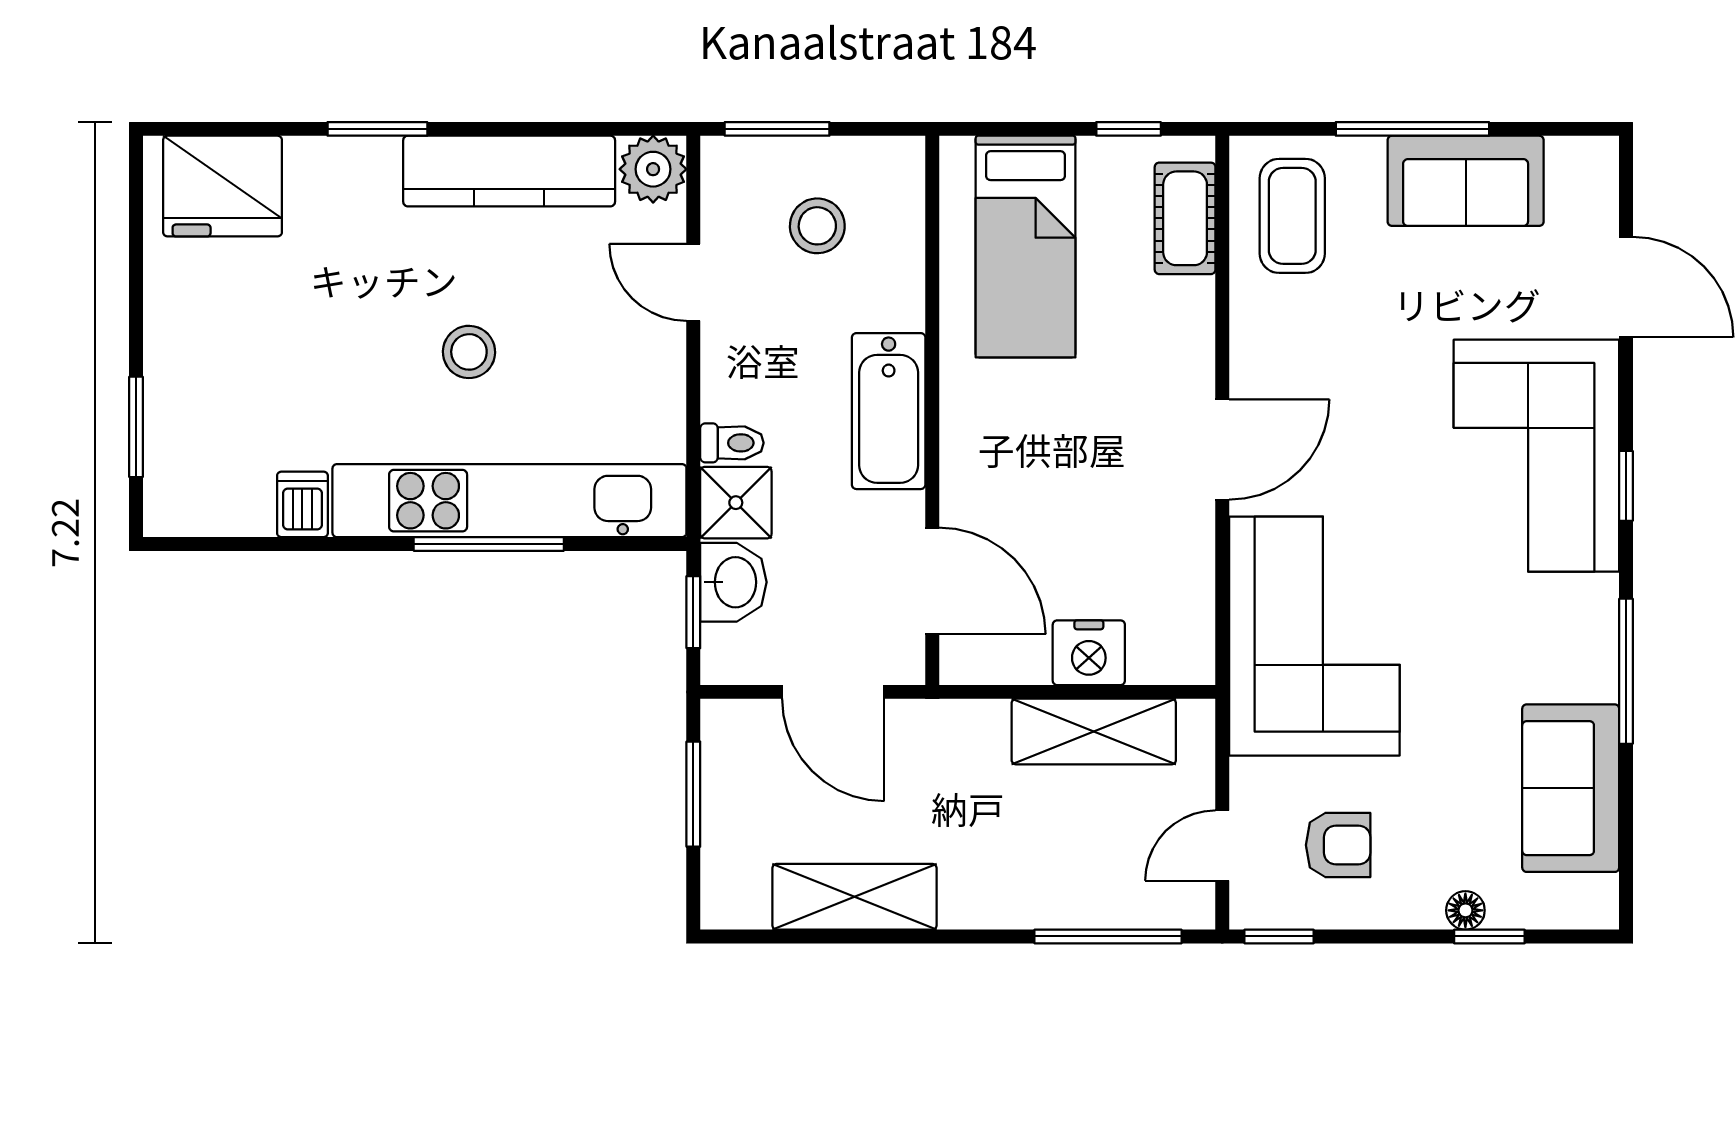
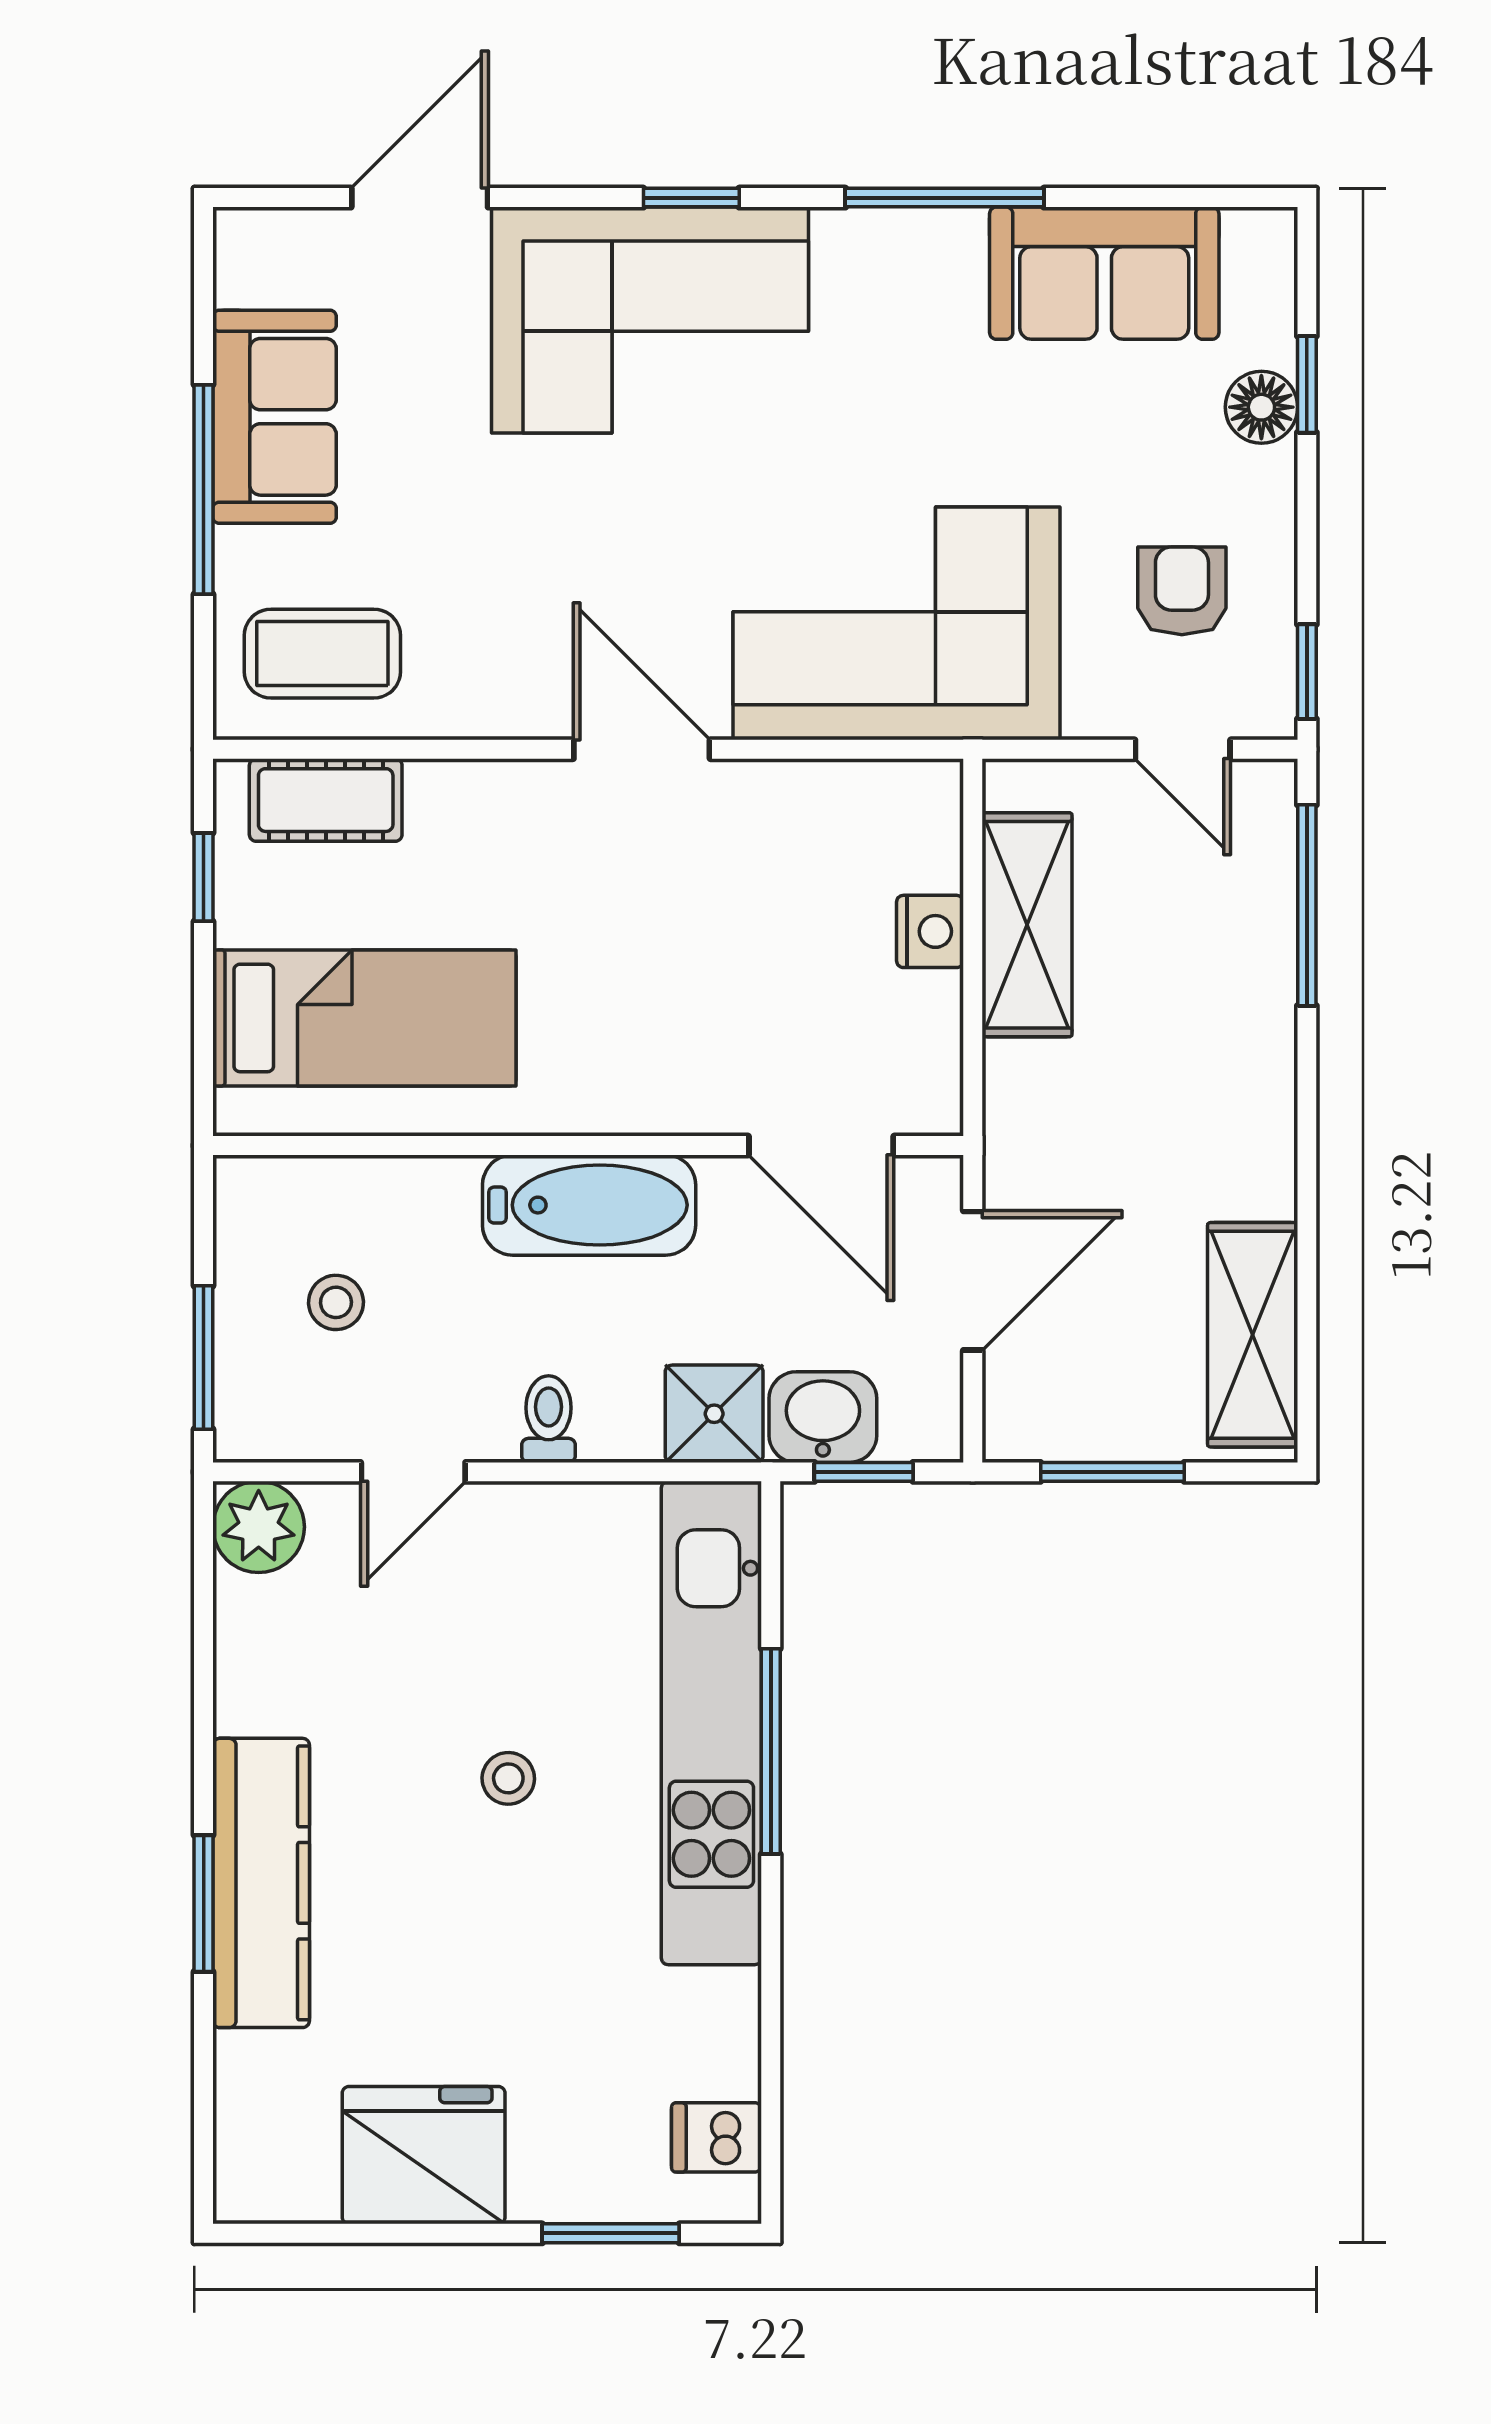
kitchen counter: (509, 171) -> (261, 1883), moved
fridge: (223, 186) -> (424, 2155), moved, turned -90
stool: (817, 226) -> (336, 1302), width x0.73, depth x0.73
stool: (469, 352) -> (508, 1778), width x0.73, depth x0.73
toilet: (732, 443) -> (549, 1419), moved
dishwasher: (302, 504) -> (717, 2137), moved
door: (932, 581) -> (821, 1146), swing flipped
nightstand: (1089, 653) -> (930, 931), width x0.74, depth x0.75
shelving: (855, 897) -> (1253, 1335), moved
floor lamp: (1465, 910) -> (1261, 407), width x1.37, depth x1.37

